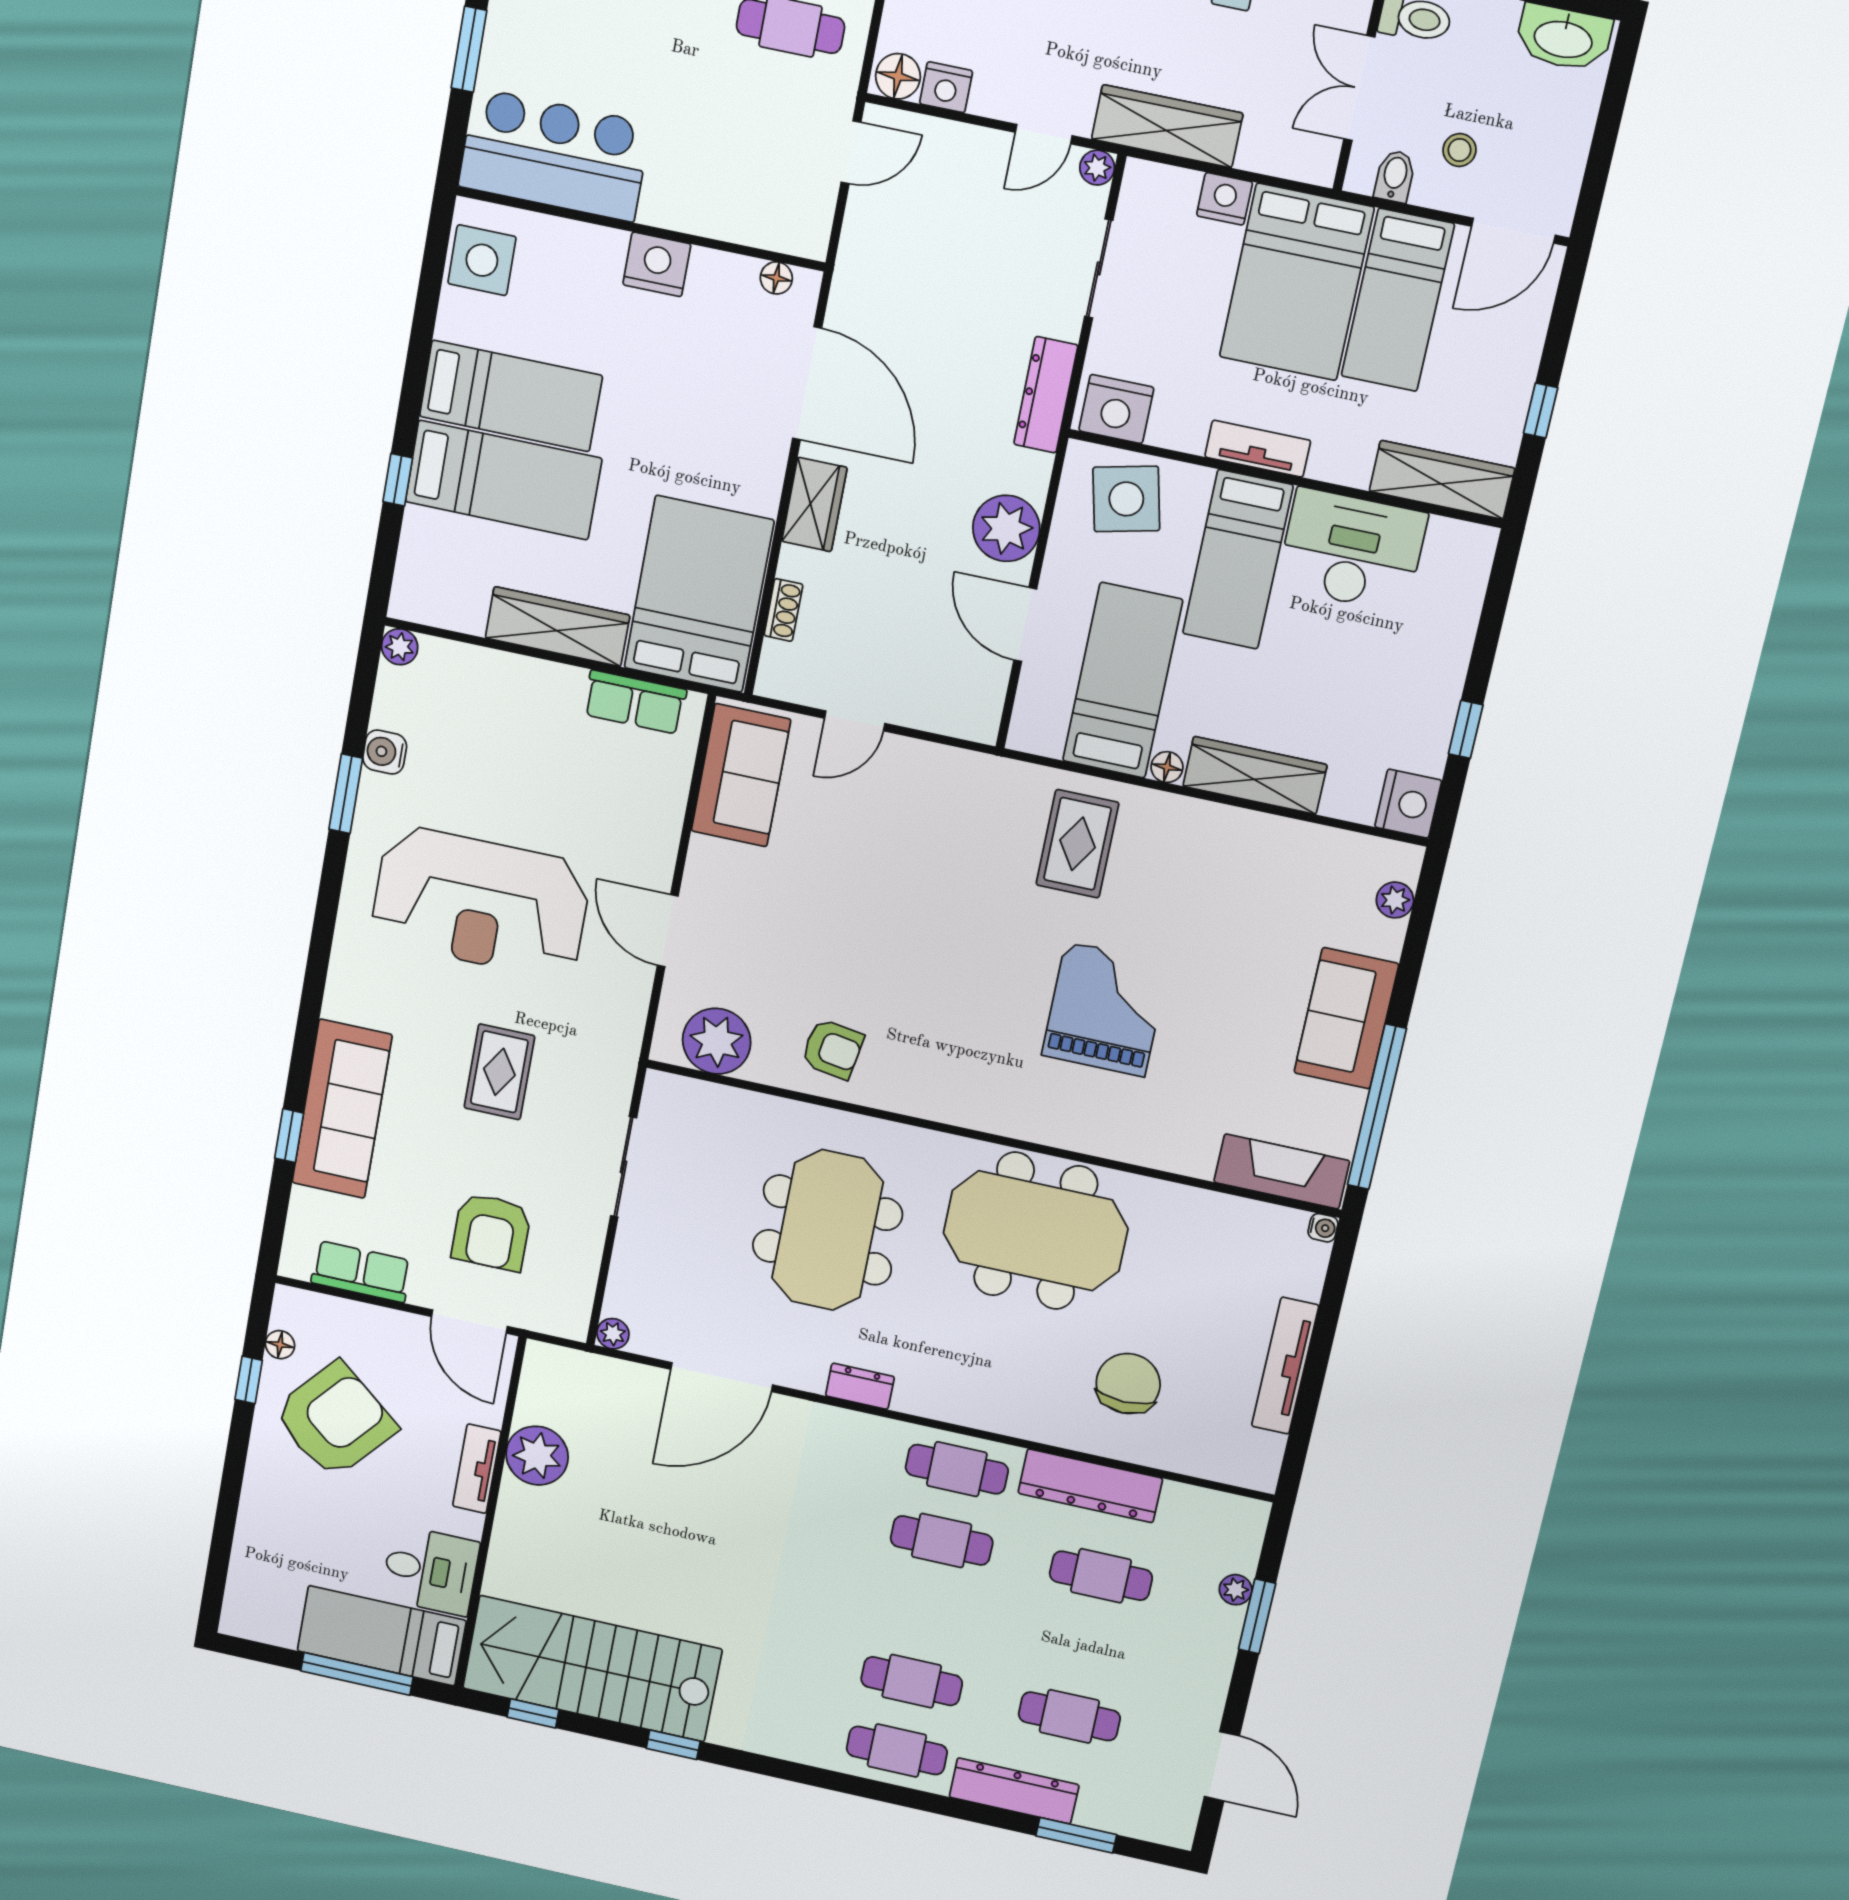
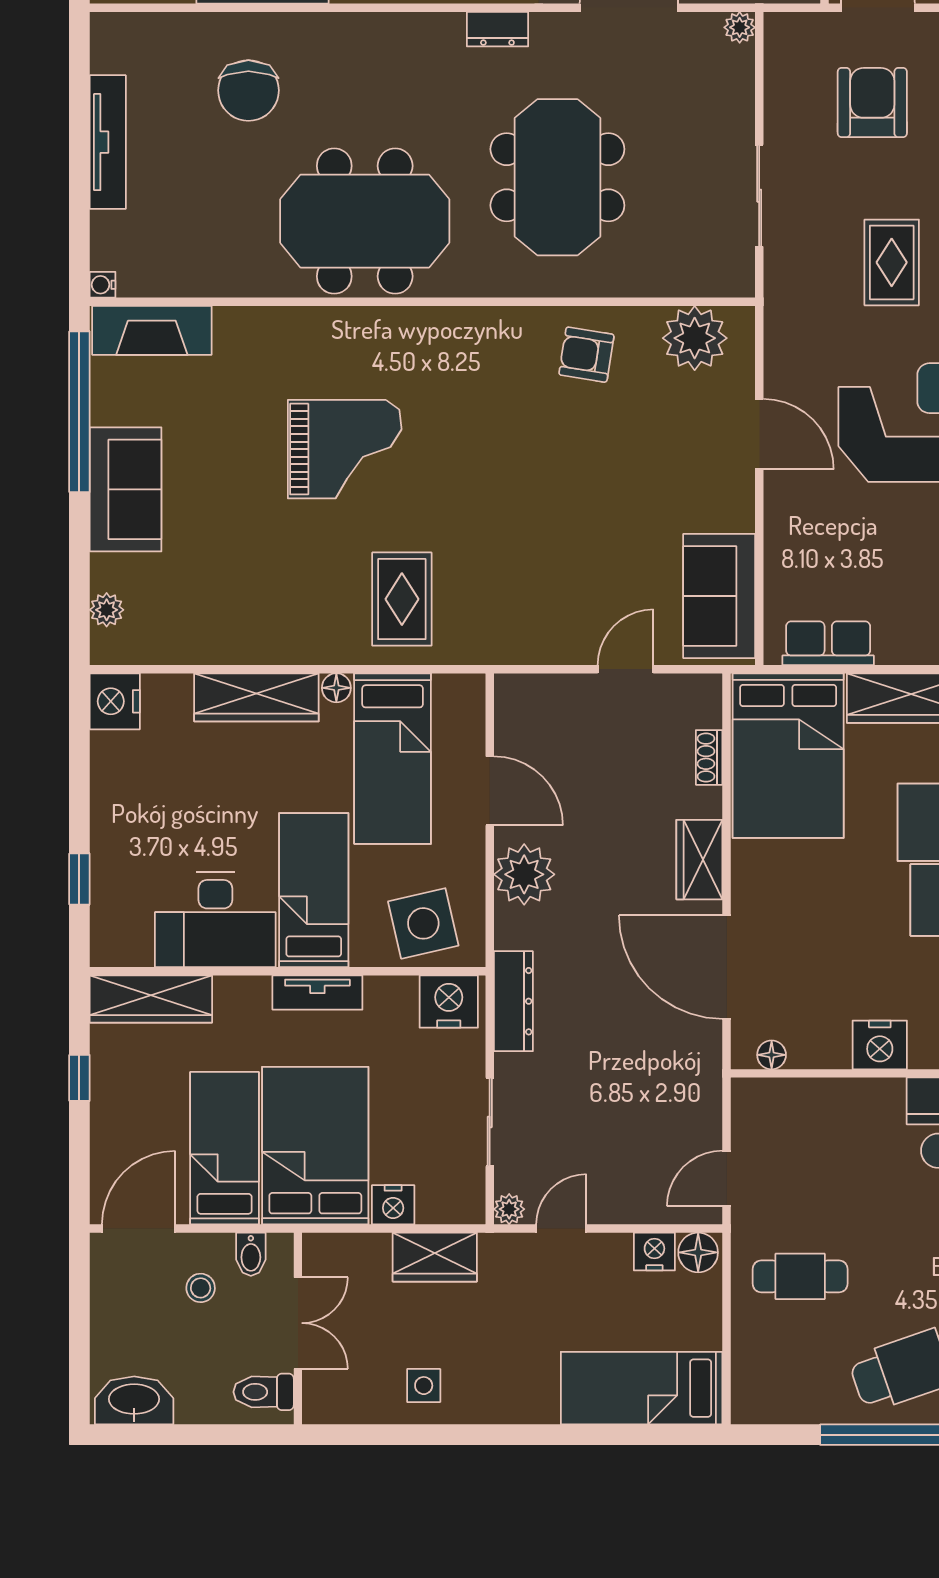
wardrobe: (1167, 126) -> (435, 1257), width x0.67
window: (1466, 729) -> (79, 879), moved
grand piano: (1105, 1009) -> (345, 449), turned -90

